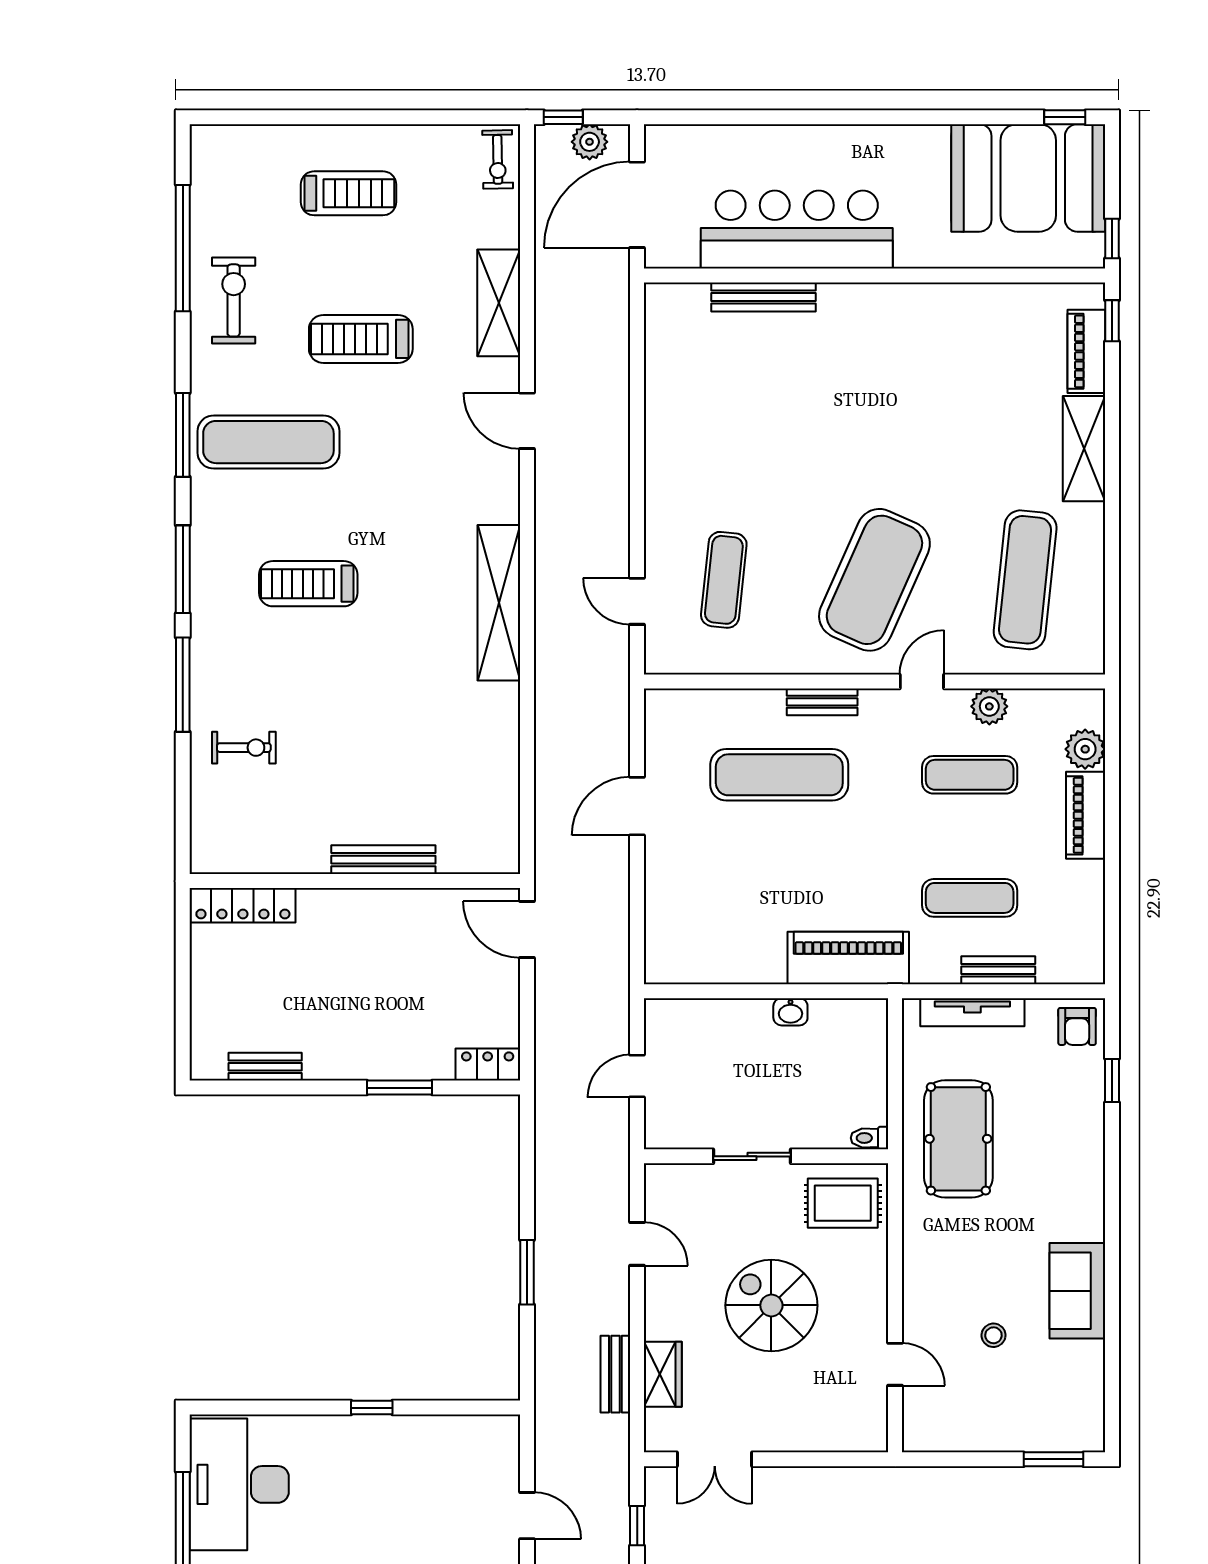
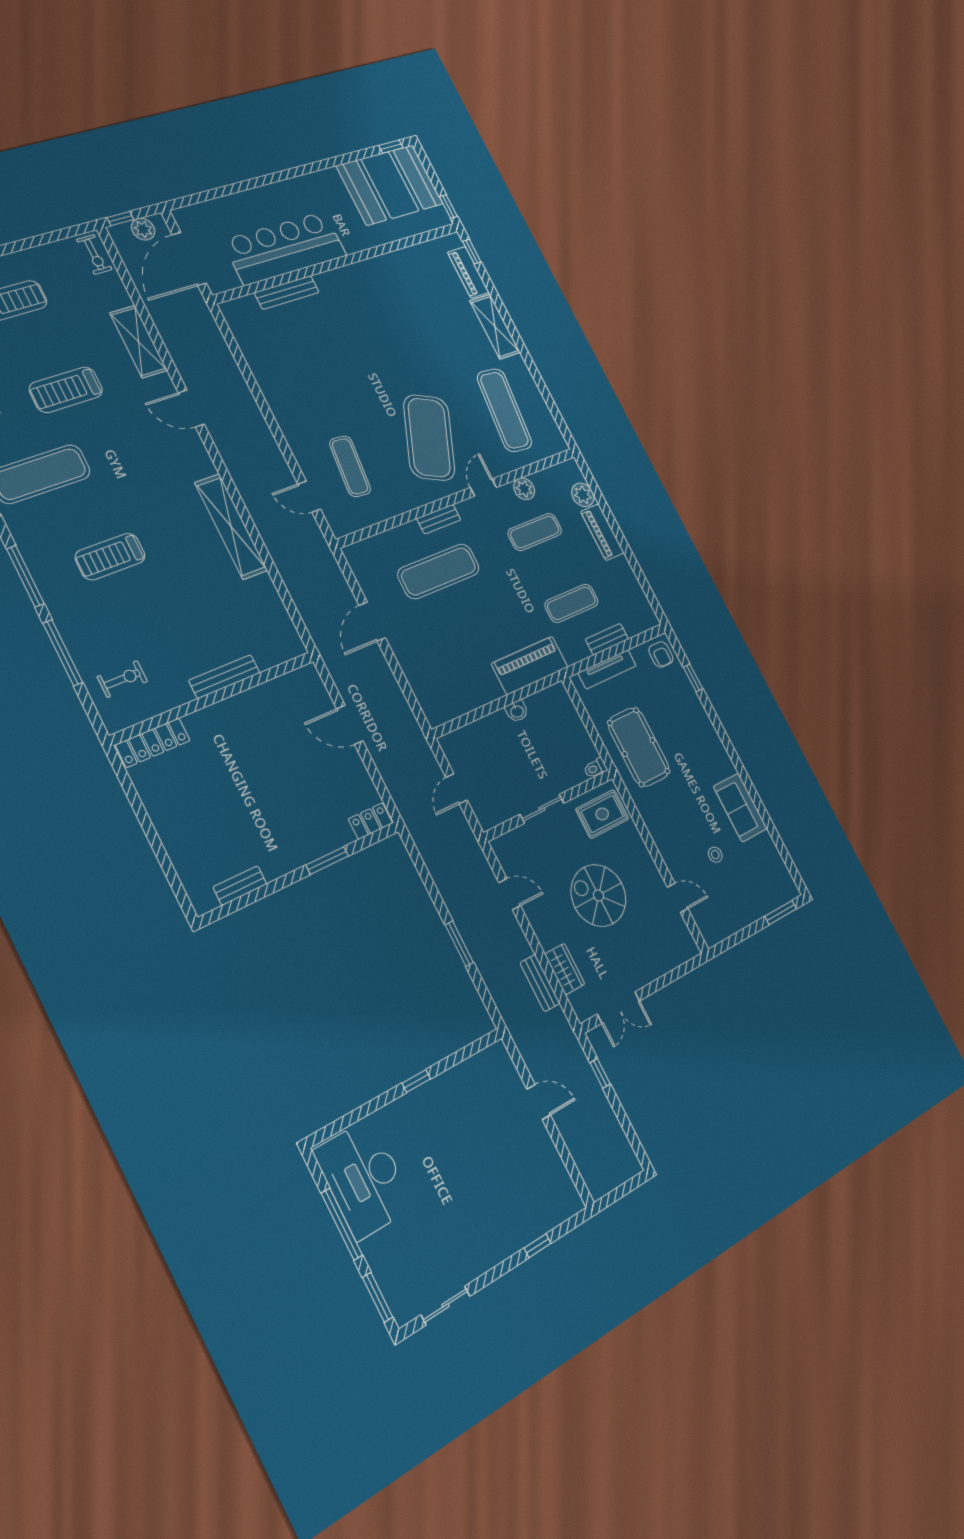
bench: (383, 860) -> (224, 677), moved
wall: (355, 881) -> (214, 698), moved
locker: (243, 905) -> (153, 743), moved

